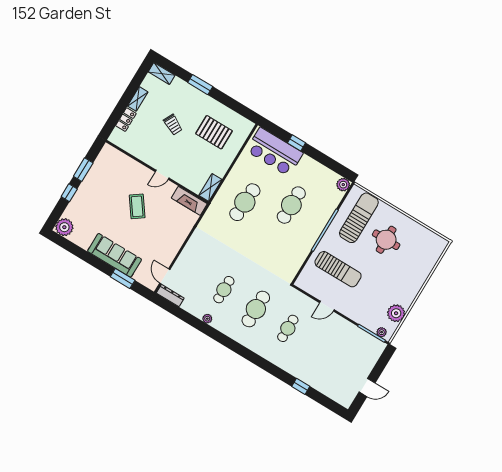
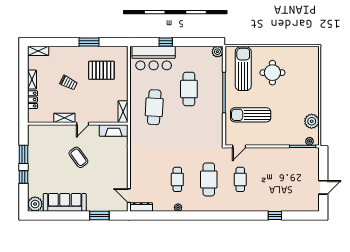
window: (200, 85) -> (89, 42), moved
shelving: (147, 158) -> (64, 118), added
sofa: (115, 255) -> (65, 202), moved
sun lounger: (338, 269) -> (251, 115), turned 180
door: (327, 306) -> (239, 146), moved

